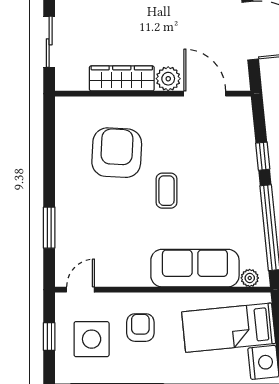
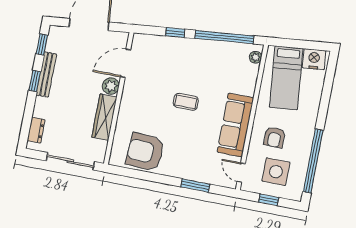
sliding door: (49, 42) -> (70, 161), width x1.37
armchair: (117, 153) -> (145, 152), moved
sofa: (195, 268) -> (235, 125), moved
armchair: (140, 328) -> (275, 137), turned -90

